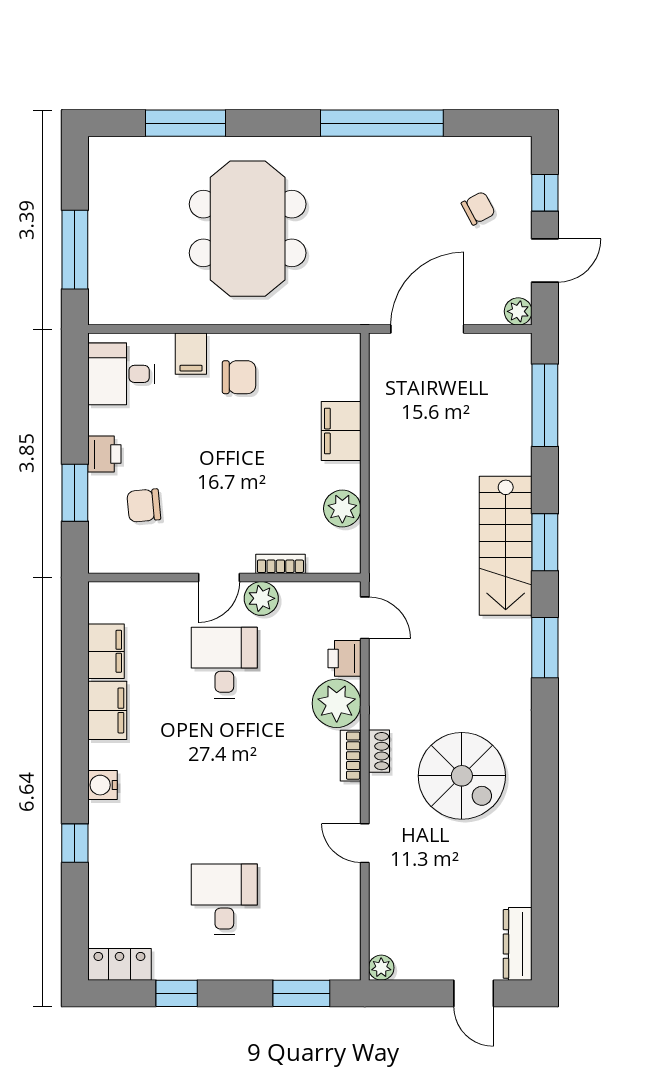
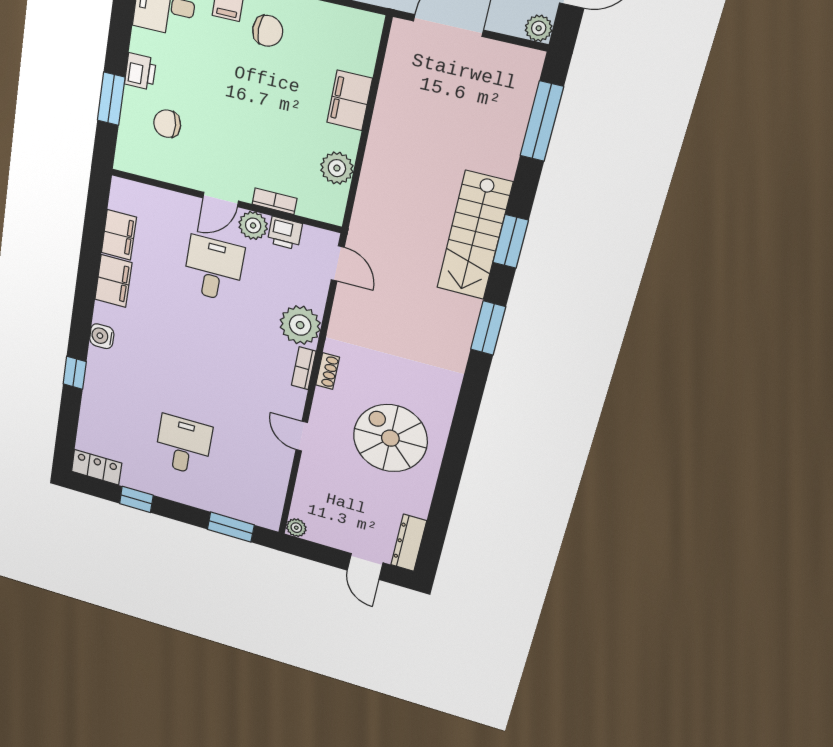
printer: (345, 658) -> (285, 233), moved, turned -90
spiral stairs: (462, 776) -> (390, 438), moved, turned 180

